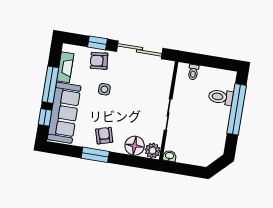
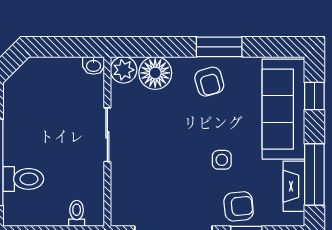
window: (50, 85) -> (314, 174), moved

